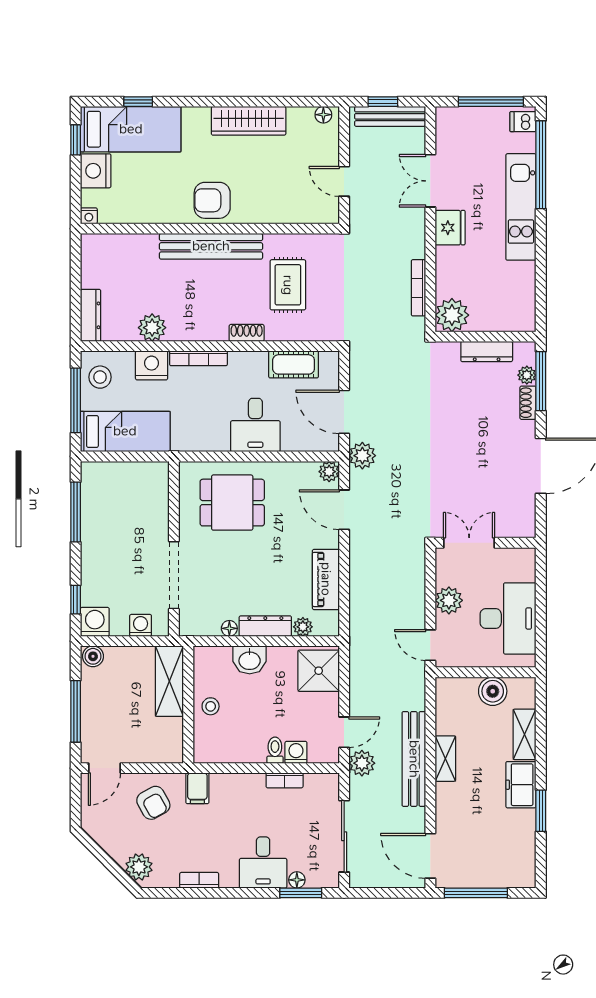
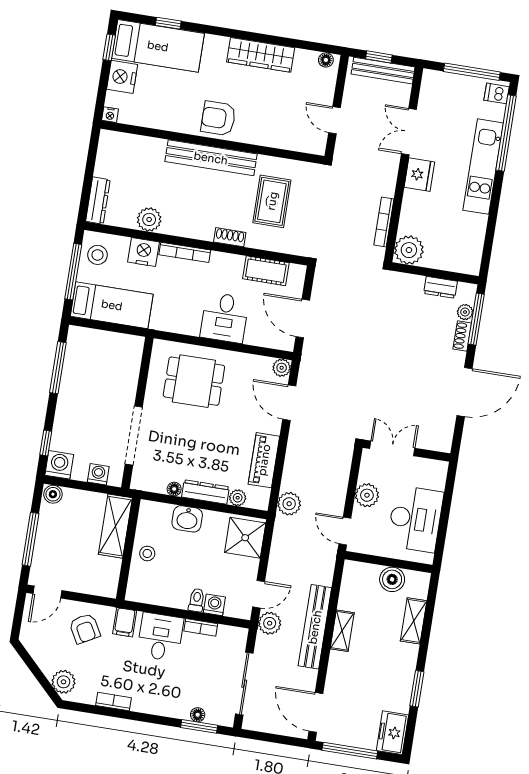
dresser: (487, 351) -> (441, 287), width x0.70
plant: (362, 456) -> (289, 504), moved
freezer: (521, 785) -> (392, 733), moved
desk: (263, 862) -> (160, 637), moved, turned 180

